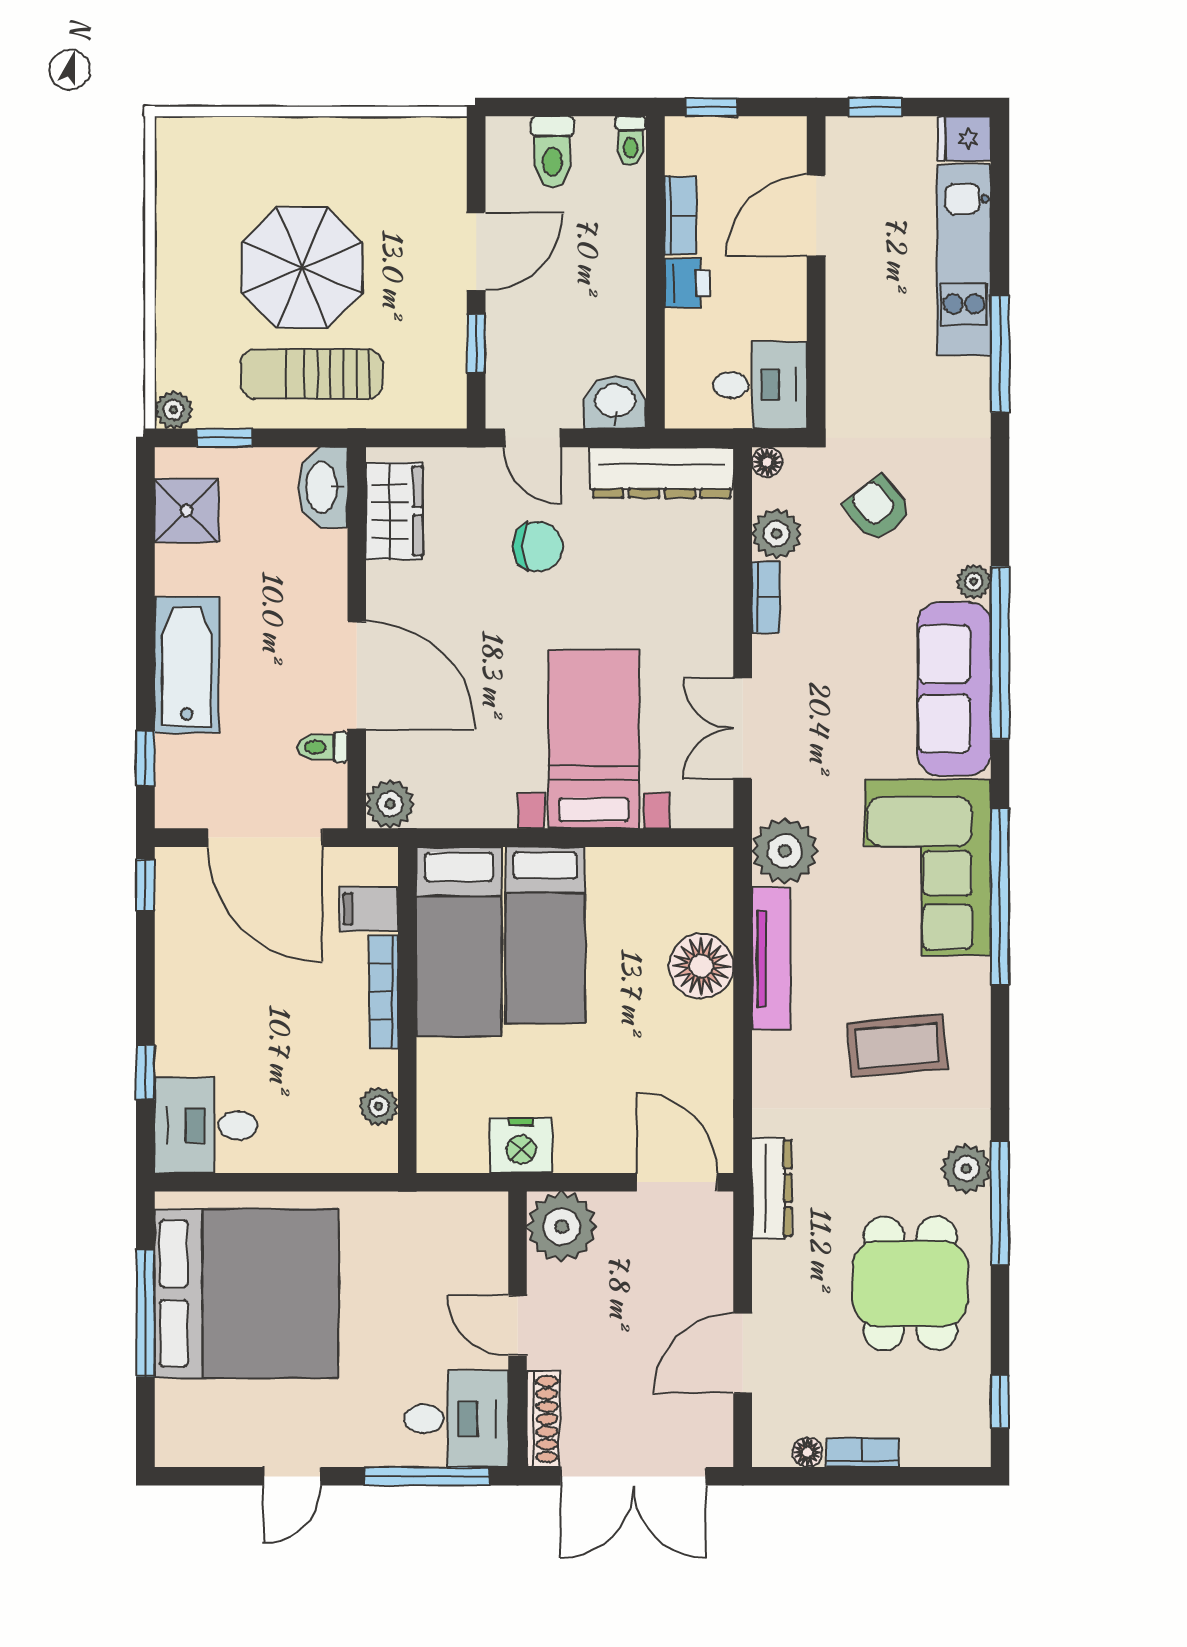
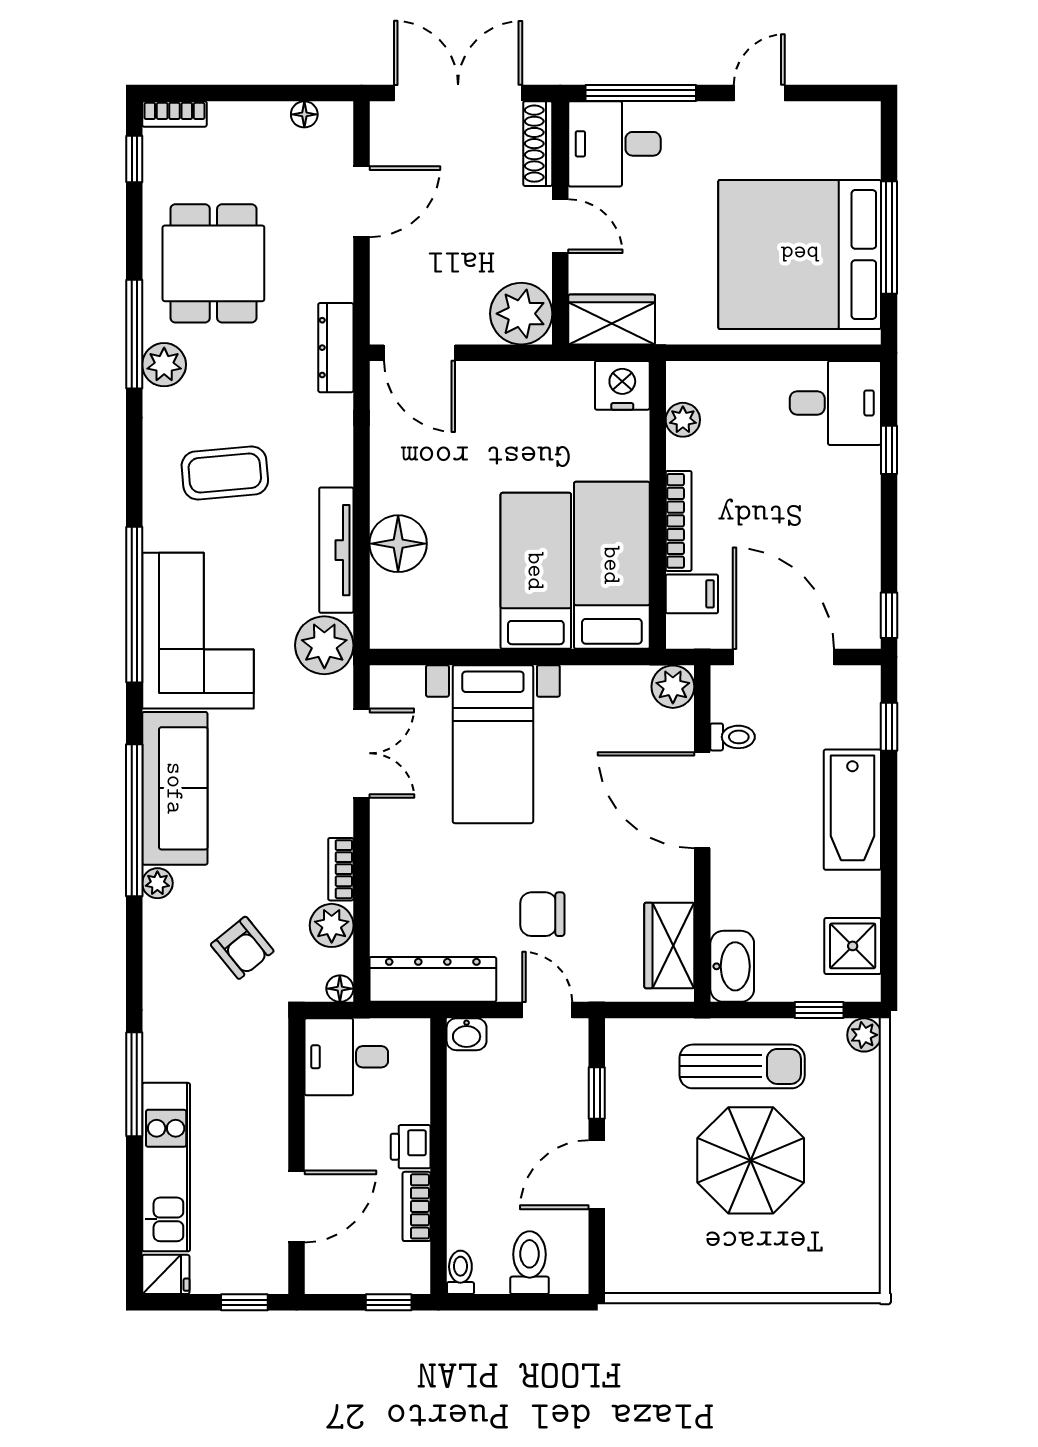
washbasin: (615, 402) -> (467, 1034), width x0.72, depth x0.69
nightstand: (521, 1145) -> (622, 385), moved
wardrobe: (459, 1220) -> (612, 320), added
bookcase: (862, 1453) -> (174, 114), moved

